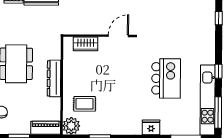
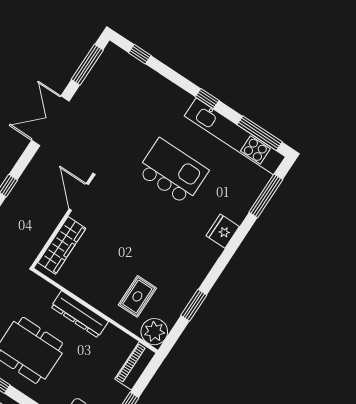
wardrobe: (86, 44) -> (62, 245), width x1.50

